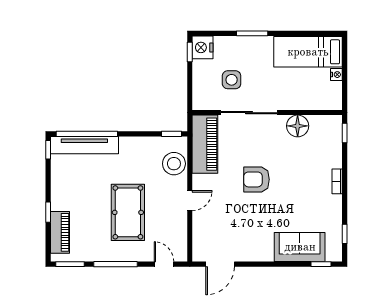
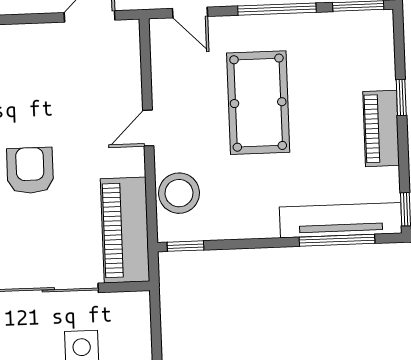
window: (87, 134) -> (337, 240), width x0.68
armchair: (257, 179) -> (30, 170), turned -90
piano: (60, 232) -> (381, 128), moved

